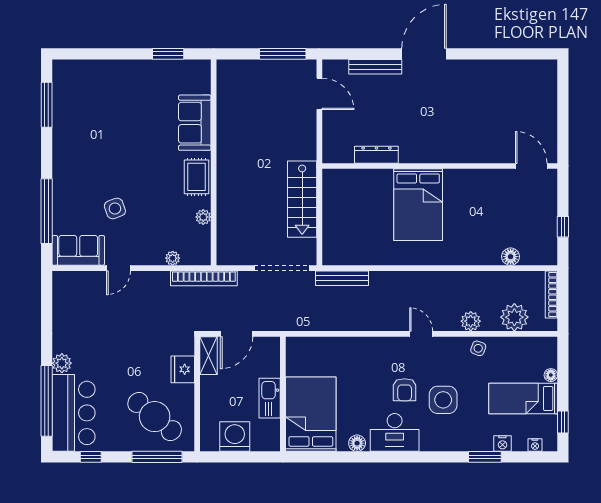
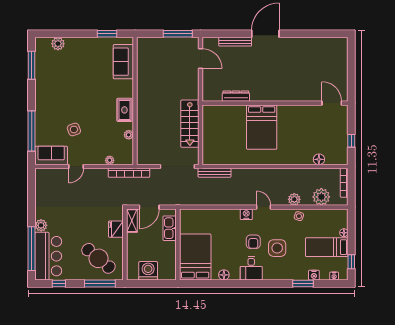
plant: (89, 70) -> (58, 44), added
sofa: (195, 123) -> (123, 62), moved
nightstand: (393, 345) -> (246, 214), added
kitchen sink: (270, 398) -> (170, 228), moved
desk: (395, 432) -> (251, 268), width x0.73

